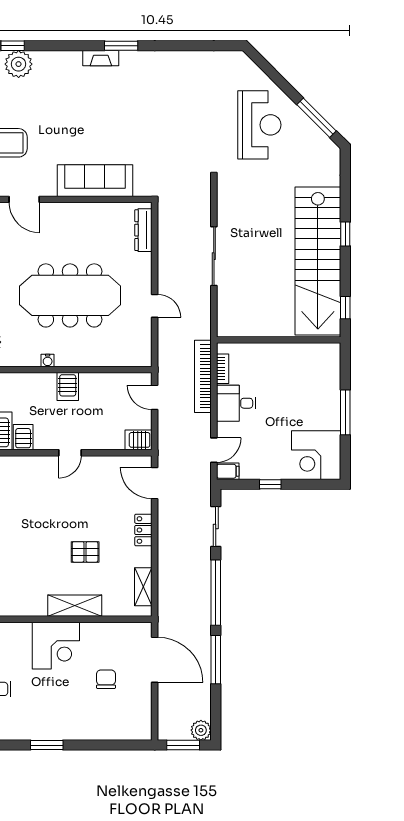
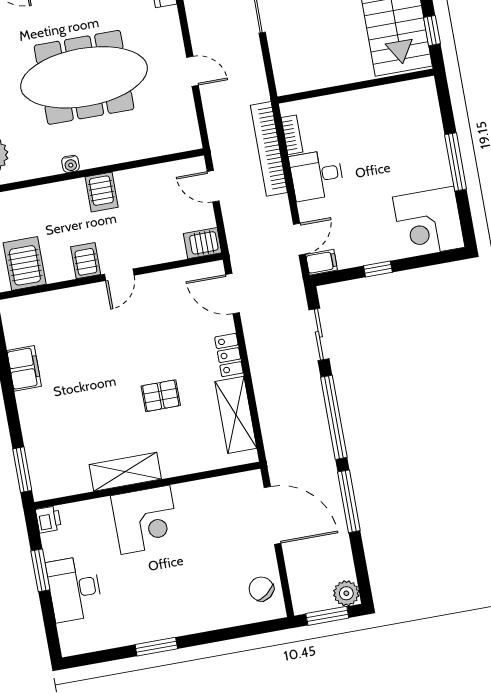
server rack: (23, 437) -> (86, 261), moved
shelving: (143, 587) -> (236, 415), width x1.50, depth x1.33
shelving: (75, 606) -> (125, 472), moved
chair: (106, 679) -> (261, 589), moved, turned -37

